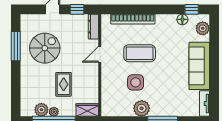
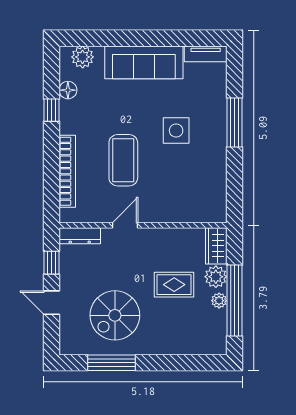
window: (192, 9) -> (51, 110), moved
spiral stairs: (45, 48) -> (115, 315), turned -90
door: (100, 54) -> (125, 225), swing flipped
side table: (136, 82) -> (176, 131), moved
plant: (142, 108) -> (213, 157), removed
plant: (41, 110) -> (216, 277), moved

